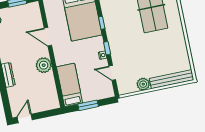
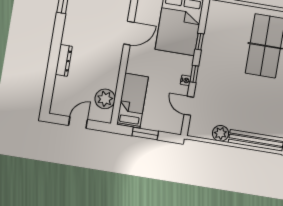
door: (48, 37) -> (129, 33), swing flipped
plant: (44, 65) -> (105, 99), moved
door: (25, 118) -> (78, 123), moved

